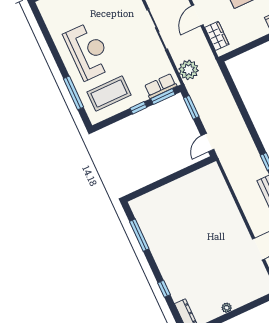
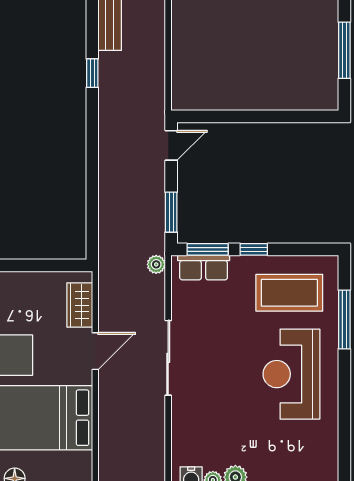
plant: (189, 70) -> (156, 264), width x0.53, depth x0.53

